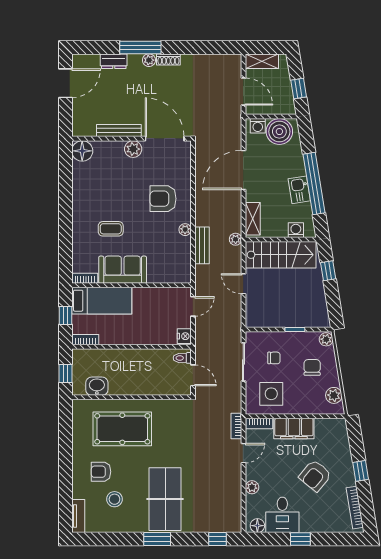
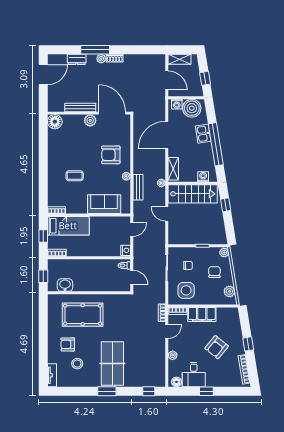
kitchen sink: (299, 190) -> (203, 134), moved
sofa: (123, 270) -> (104, 204), moved

